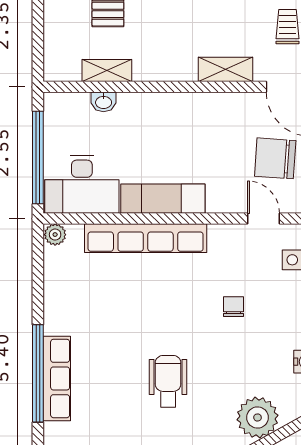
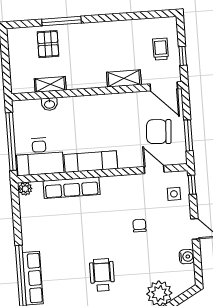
row of seats: (146, 238) -> (72, 188), width x0.73

